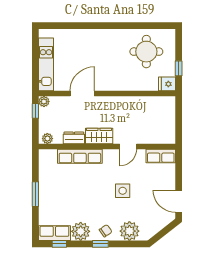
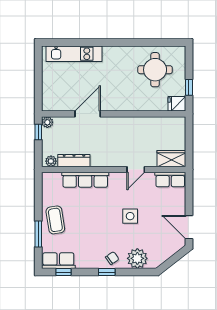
kitchen unit: (46, 64) -> (74, 54), moved, turned 90
wardrobe: (99, 136) -> (171, 159), moved
dresser: (74, 138) -> (74, 161), width x1.44
window: (35, 194) -> (38, 234), moved
coffee table: (52, 194) -> (55, 220), added
plant: (81, 231) -> (86, 259), removed

